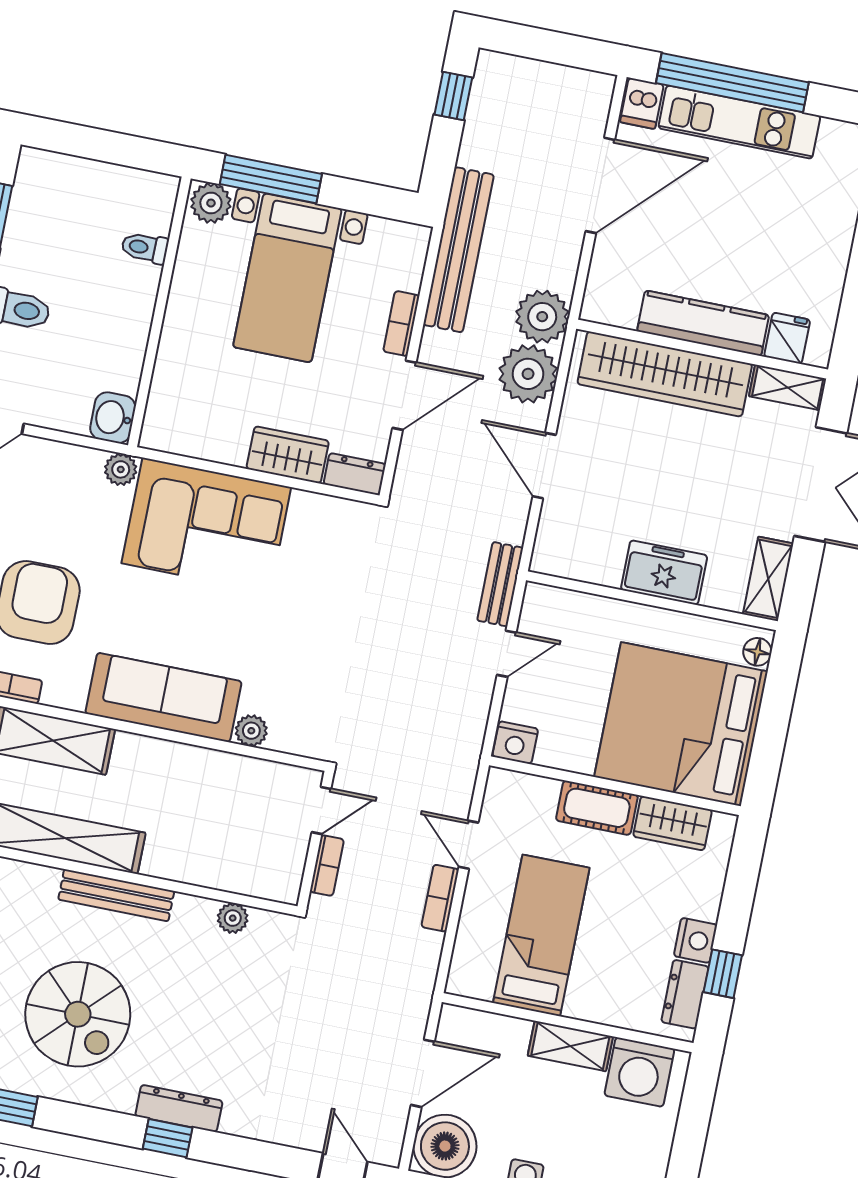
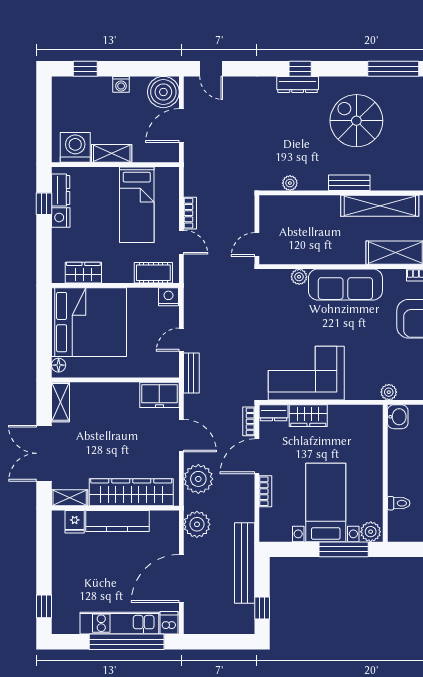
bench: (459, 250) -> (245, 563), moved
plant: (542, 317) -> (197, 524), moved
corner sofa: (206, 525) -> (306, 373), moved
freezer: (664, 573) -> (159, 395), moved
cot: (597, 808) -> (153, 273), moved
bookcase: (327, 865) -> (249, 421), moved
bench: (116, 895) -> (349, 183), width x0.73

